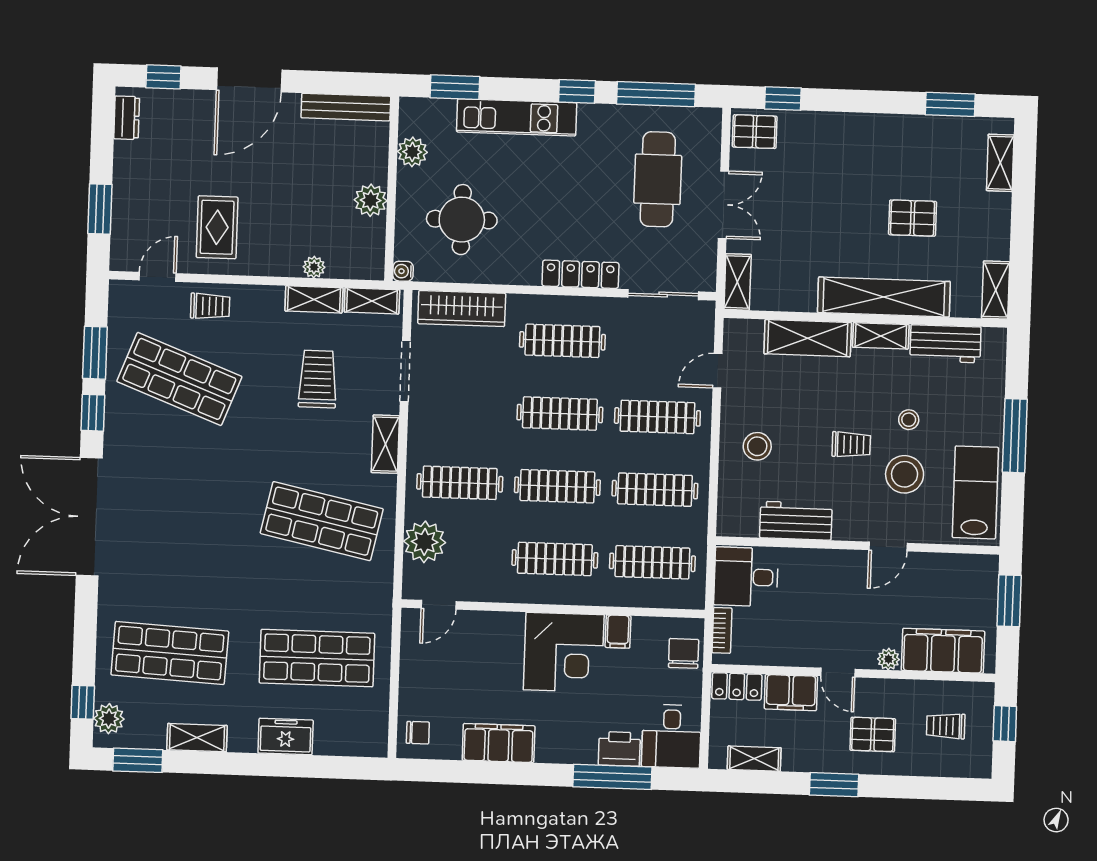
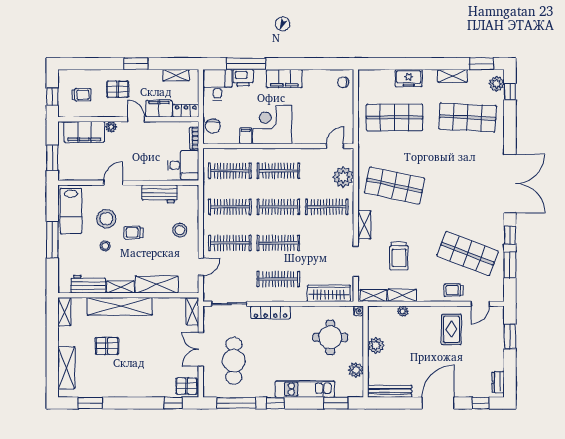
shelving: (1000, 163) -> (66, 368), width x1.50, depth x1.33
filing cabinet: (499, 743) -> (284, 79), moved

